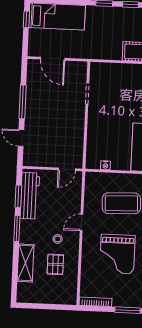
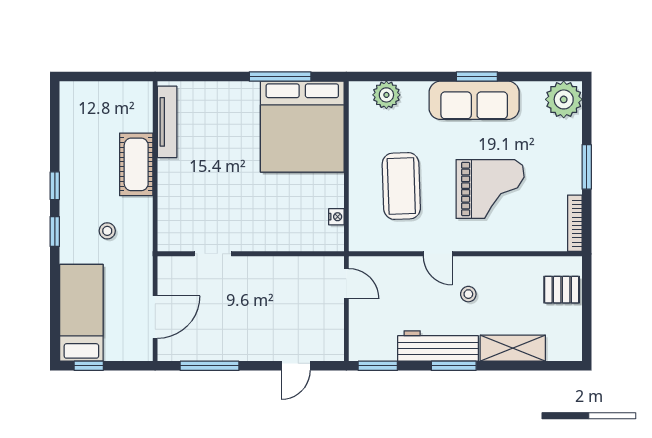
stool: (103, 33) -> (107, 231), added
window: (23, 102) -> (210, 366), moved
window: (18, 196) -> (378, 366), moved
workbench: (30, 196) -> (438, 346), moved
pallet: (55, 264) -> (562, 290), moved

